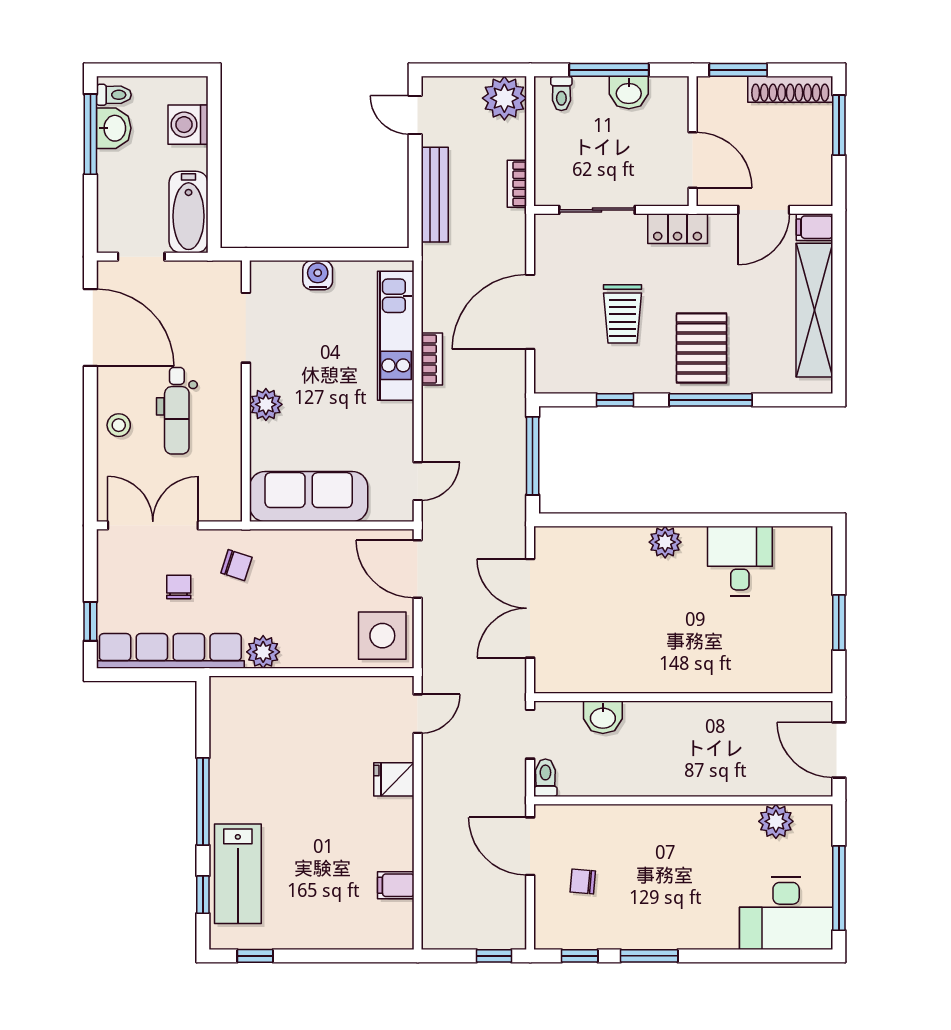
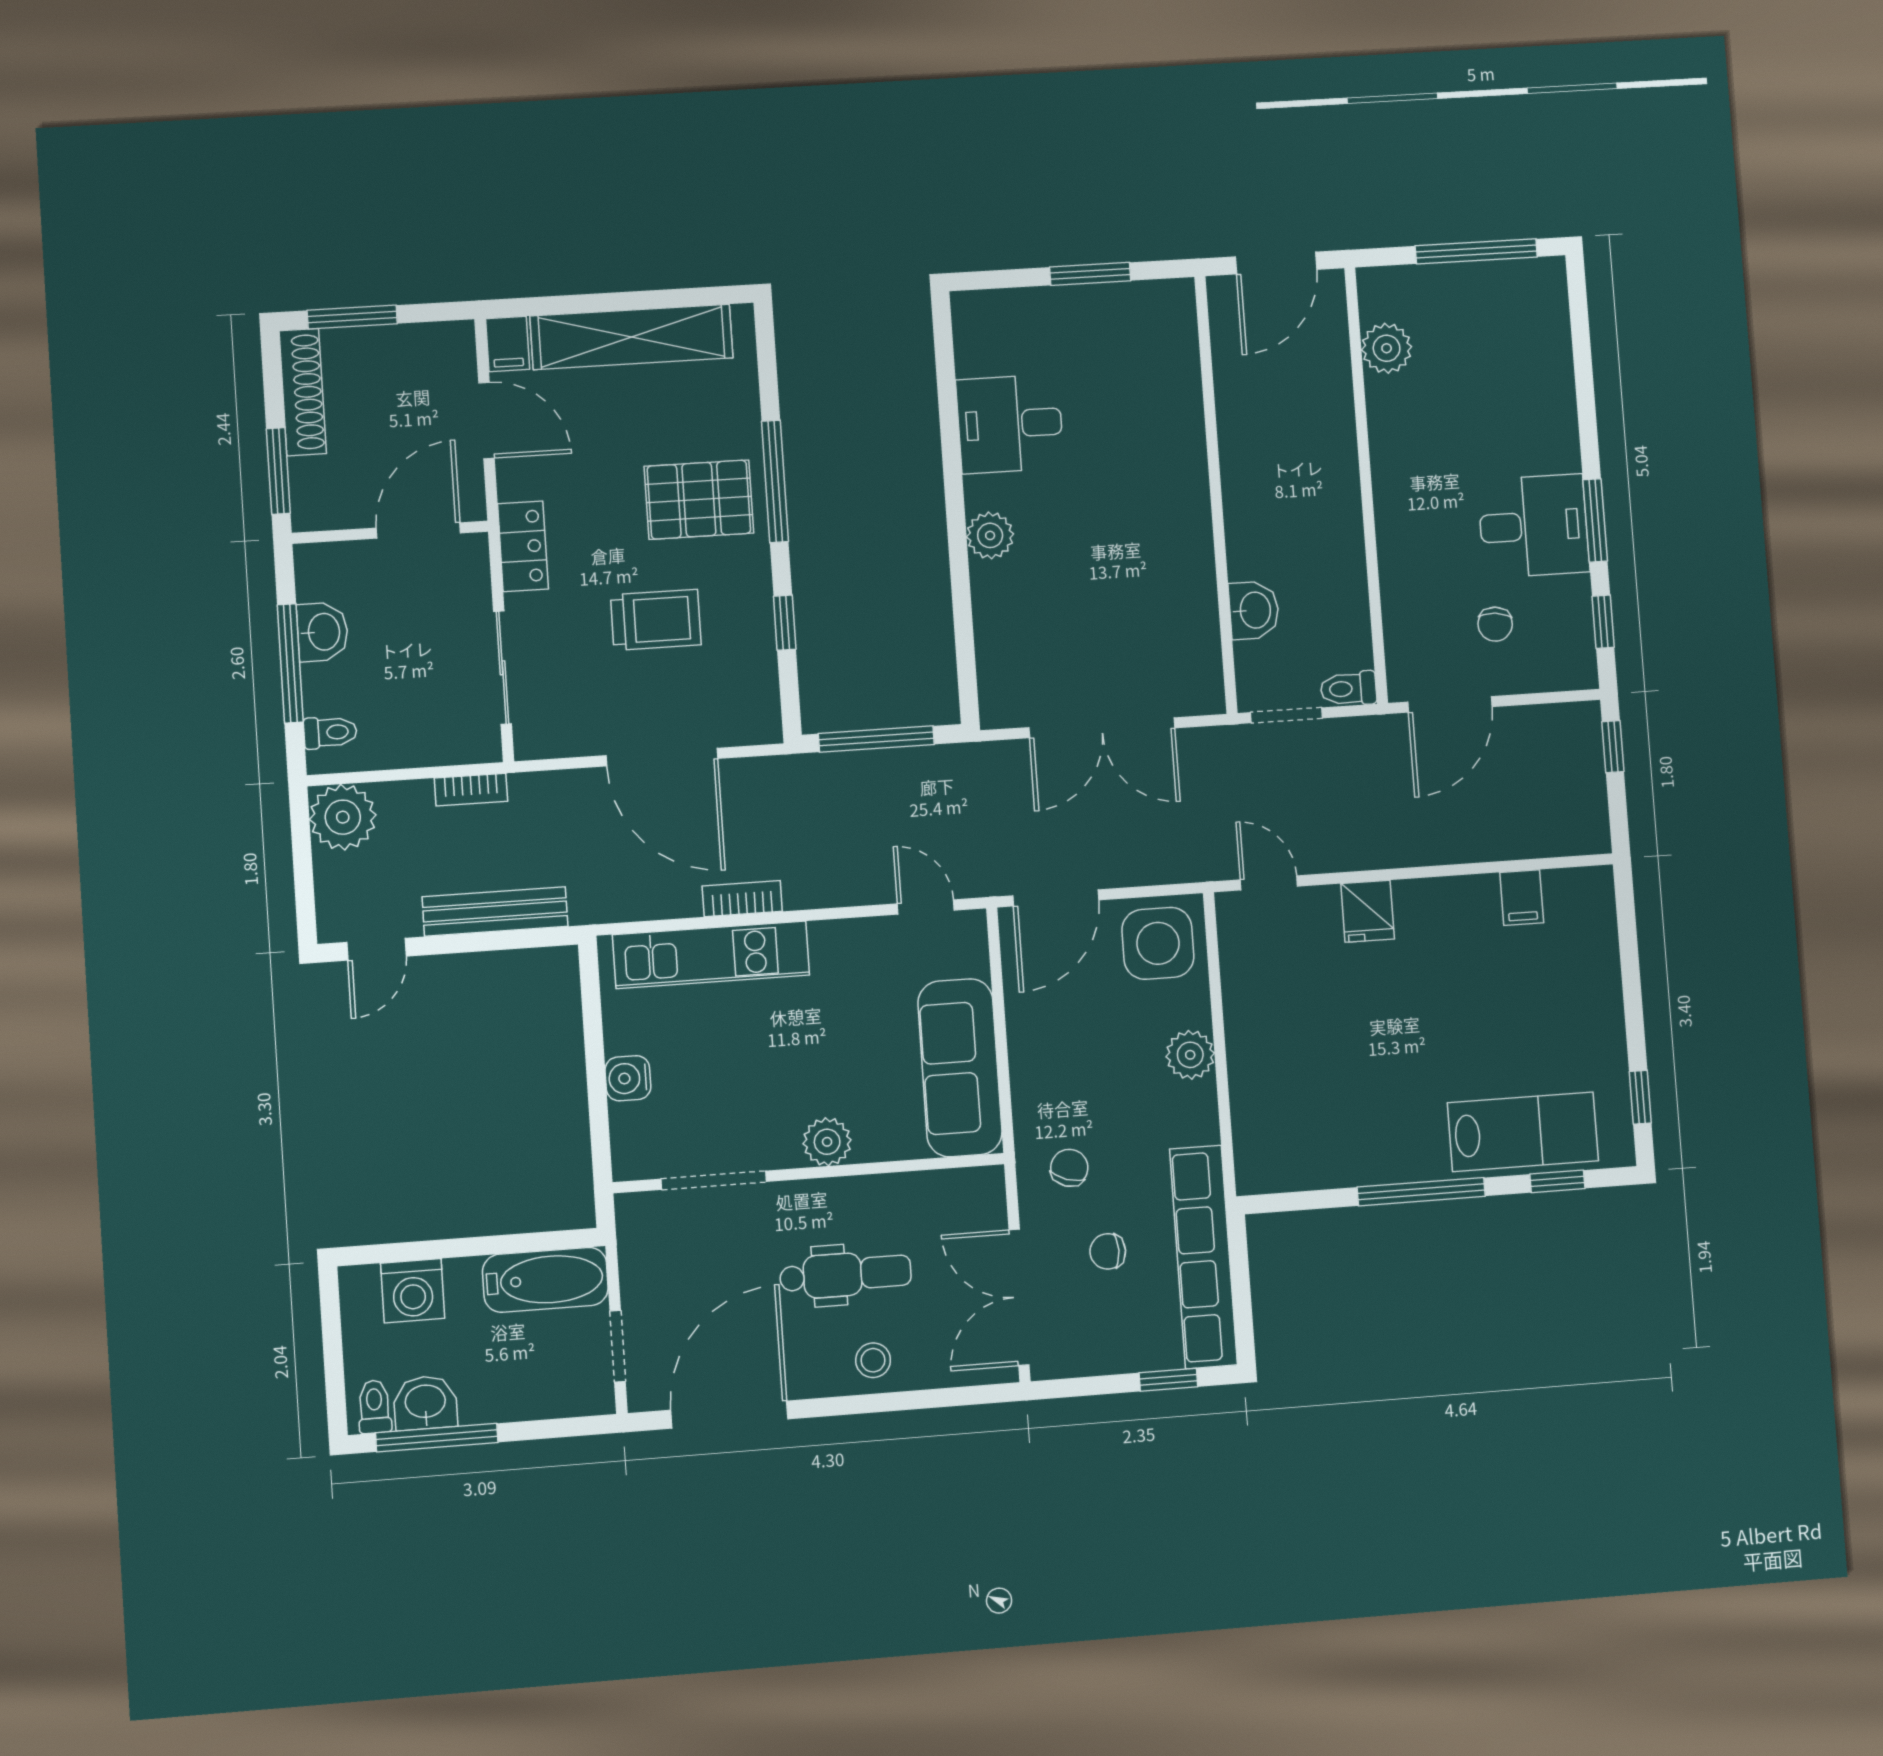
plant: (263, 652) -> (1190, 1055), moved
desk: (786, 913) -> (1534, 526), moved, width x0.73

